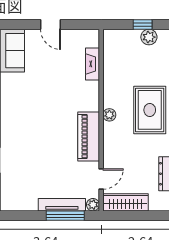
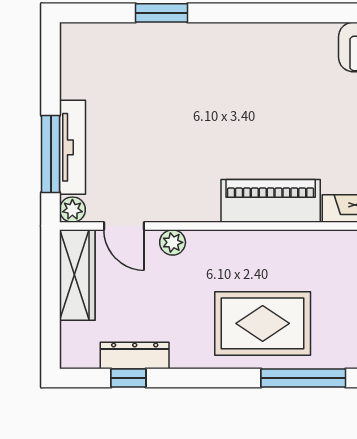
plant: (109, 115) -> (173, 242), moved
piano: (89, 136) -> (271, 201), moved

